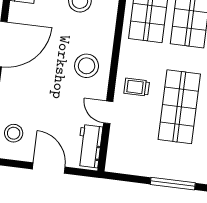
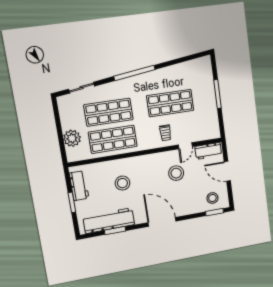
stool: (87, 66) -> (176, 173), moved
door: (49, 168) -> (227, 171), hinge flipped

